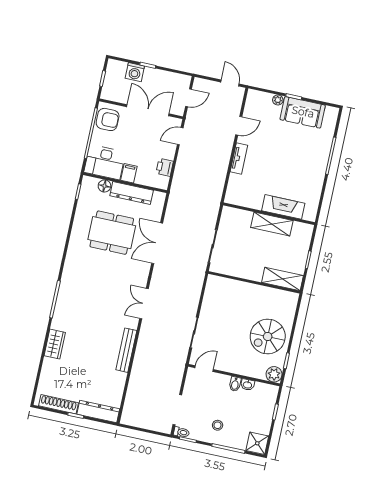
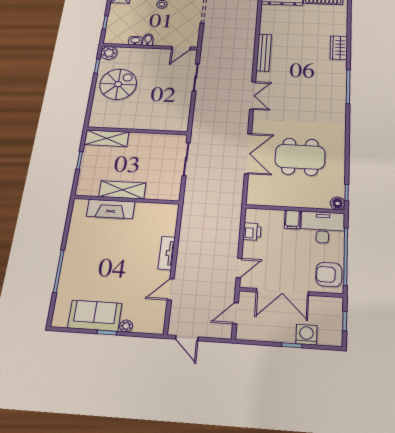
floor lamp: (104, 186) -> (338, 203), moved
dresser: (132, 193) -> (285, 199), removed

